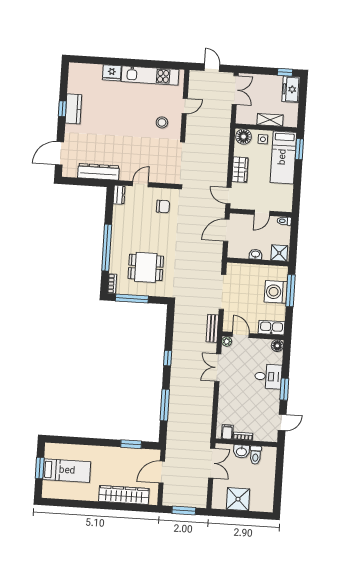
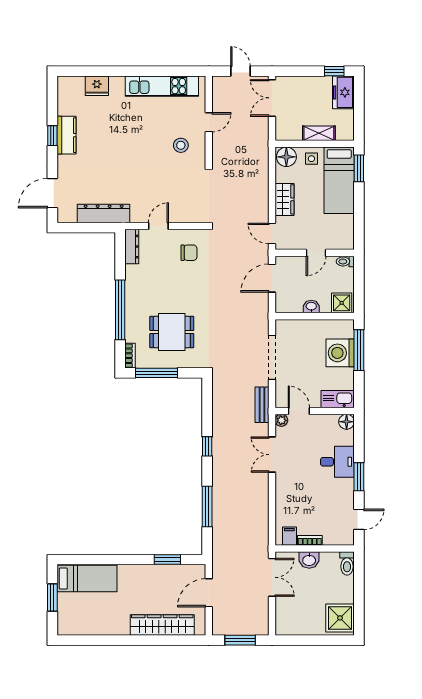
fridge: (112, 73) -> (97, 86), moved
double door: (235, 90) -> (272, 98), swing flipped
dresser: (119, 195) -> (132, 247), width x1.44
toilet: (255, 455) -> (347, 563), moved
bed: (67, 471) -> (87, 579), moved
shower: (238, 499) -> (340, 618), moved

